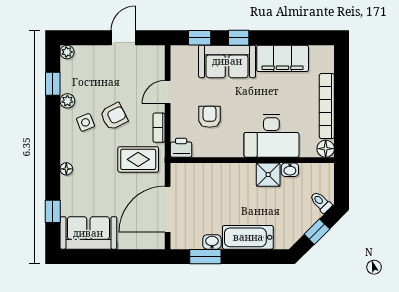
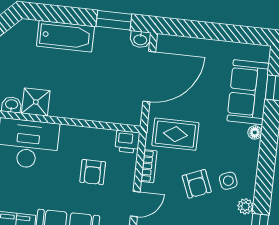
armchair: (114, 116) -> (197, 184), turned -85
sofa: (88, 233) -> (248, 92), moved, turned 90
washbasin: (212, 242) -> (140, 39), moved

